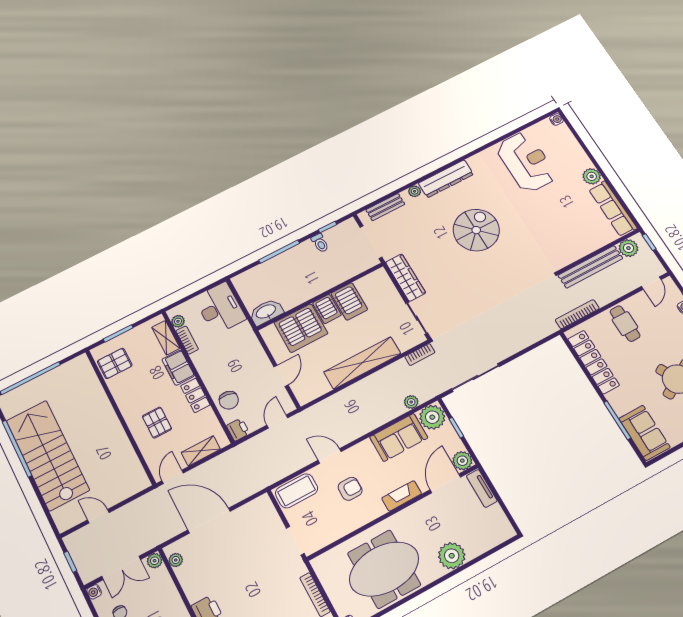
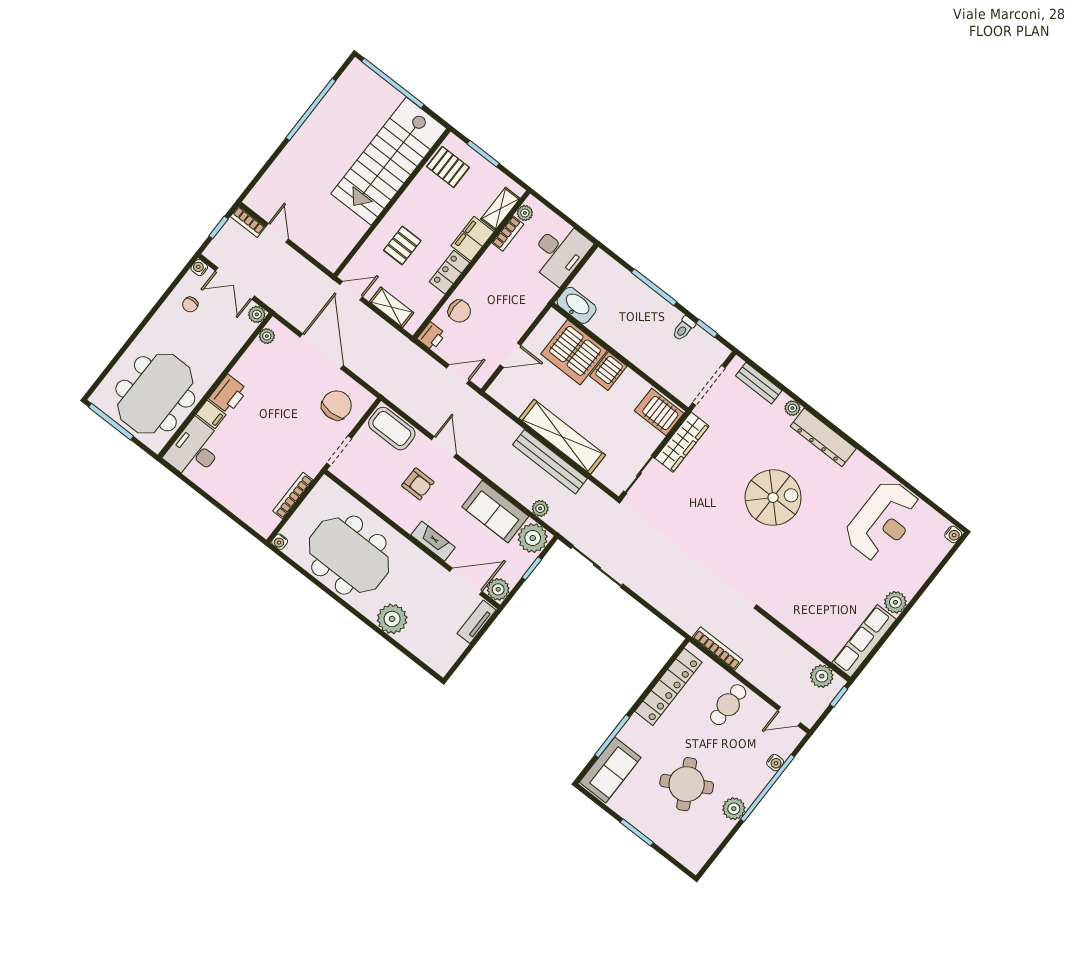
bench: (590, 267) -> (550, 462), moved
server rack: (349, 301) -> (659, 412), moved, turned 90
bookcase: (420, 355) -> (248, 222), moved
chair: (229, 400) -> (459, 311), turned -99
stairs: (48, 455) -> (389, 161), moved, turned 180
chair: (258, 527) -> (337, 405), added

